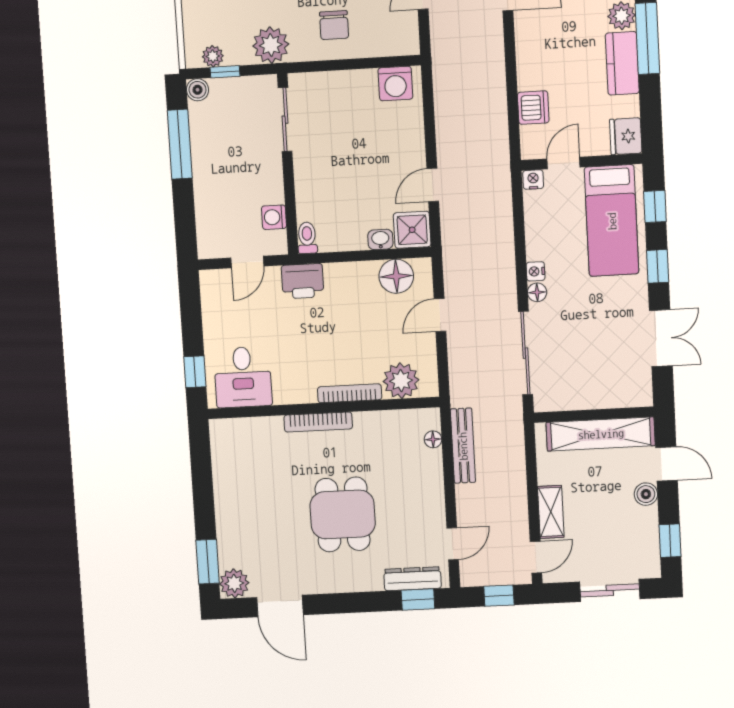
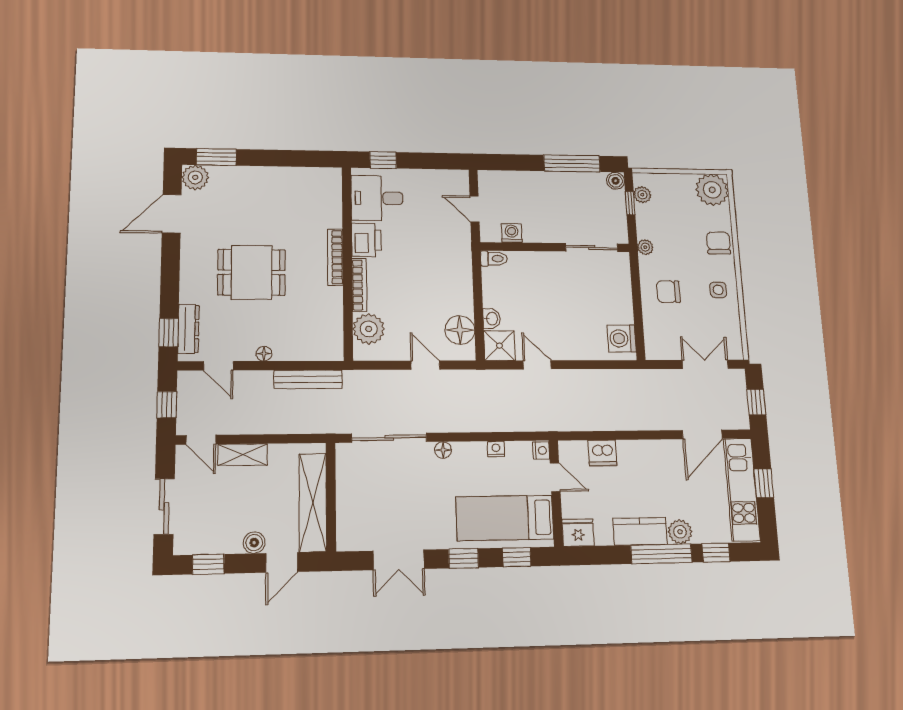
plant: (271, 45) -> (645, 247), width x0.53, depth x0.53
nightstand: (536, 271) -> (496, 449), moved
printer: (303, 281) -> (366, 240), moved, turned 180
floor lamp: (433, 439) -> (264, 354), moved

